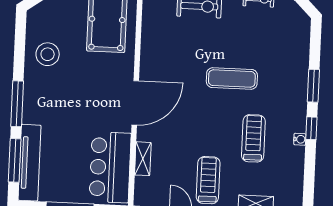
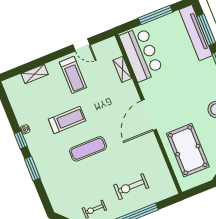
door: (135, 103) -> (149, 115), moved
treadmill: (253, 138) -> (67, 120), moved, turned -90

